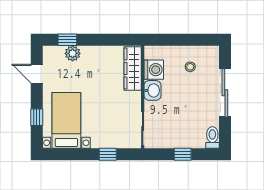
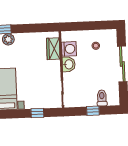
wardrobe: (133, 69) -> (53, 49), width x0.67
toilet: (212, 137) -> (102, 98), moved

